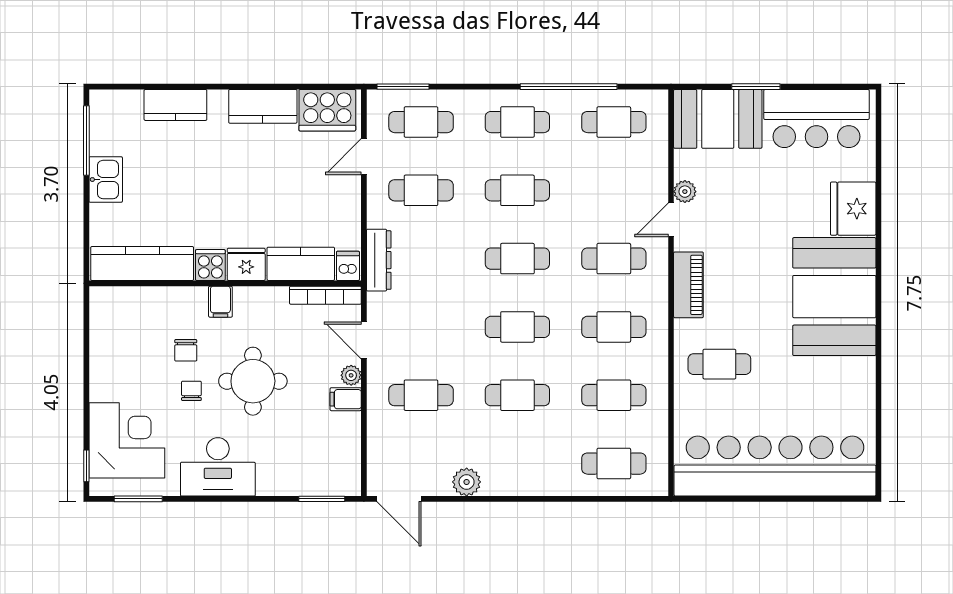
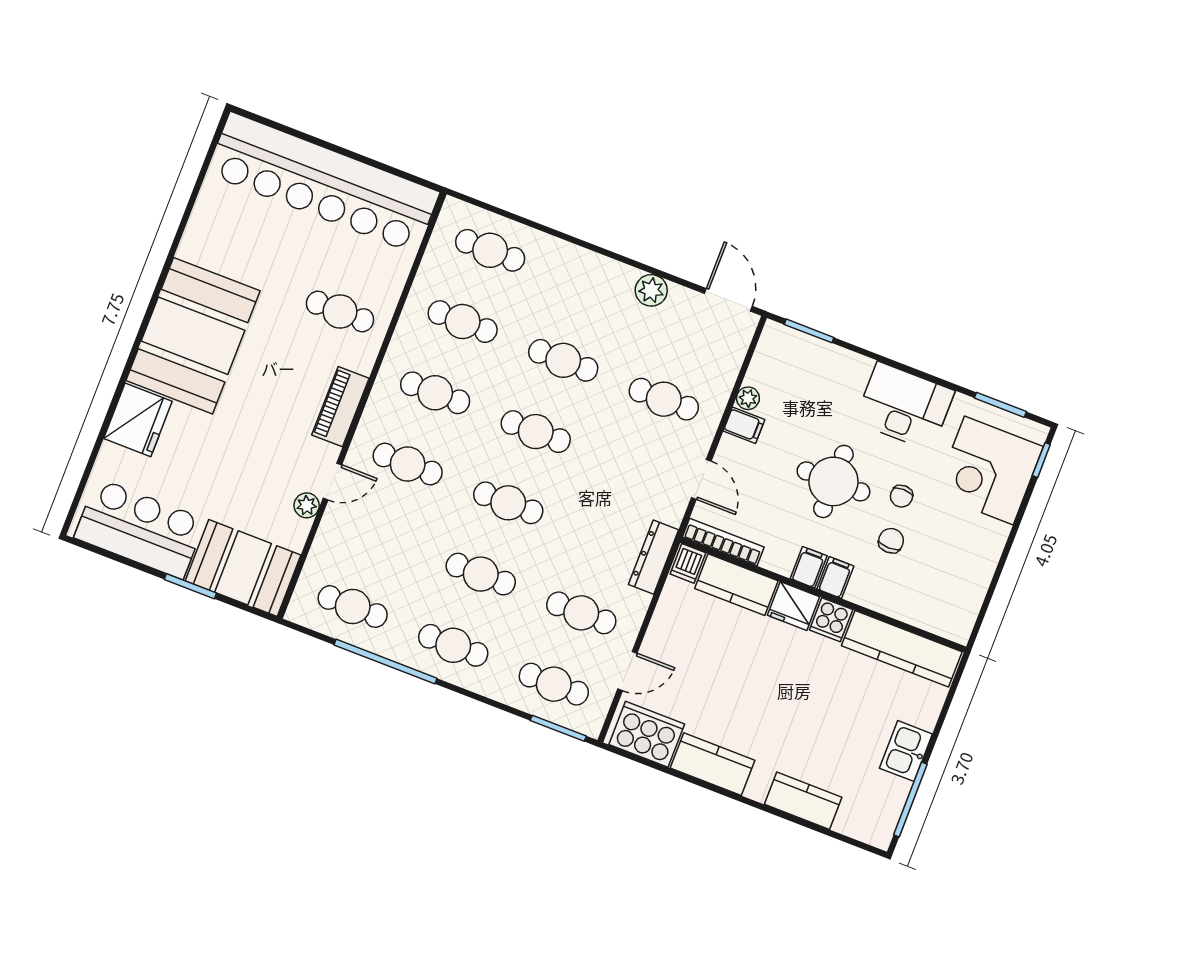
filing cabinet: (246, 302) -> (809, 567), added
plant: (351, 375) -> (748, 398), moved

